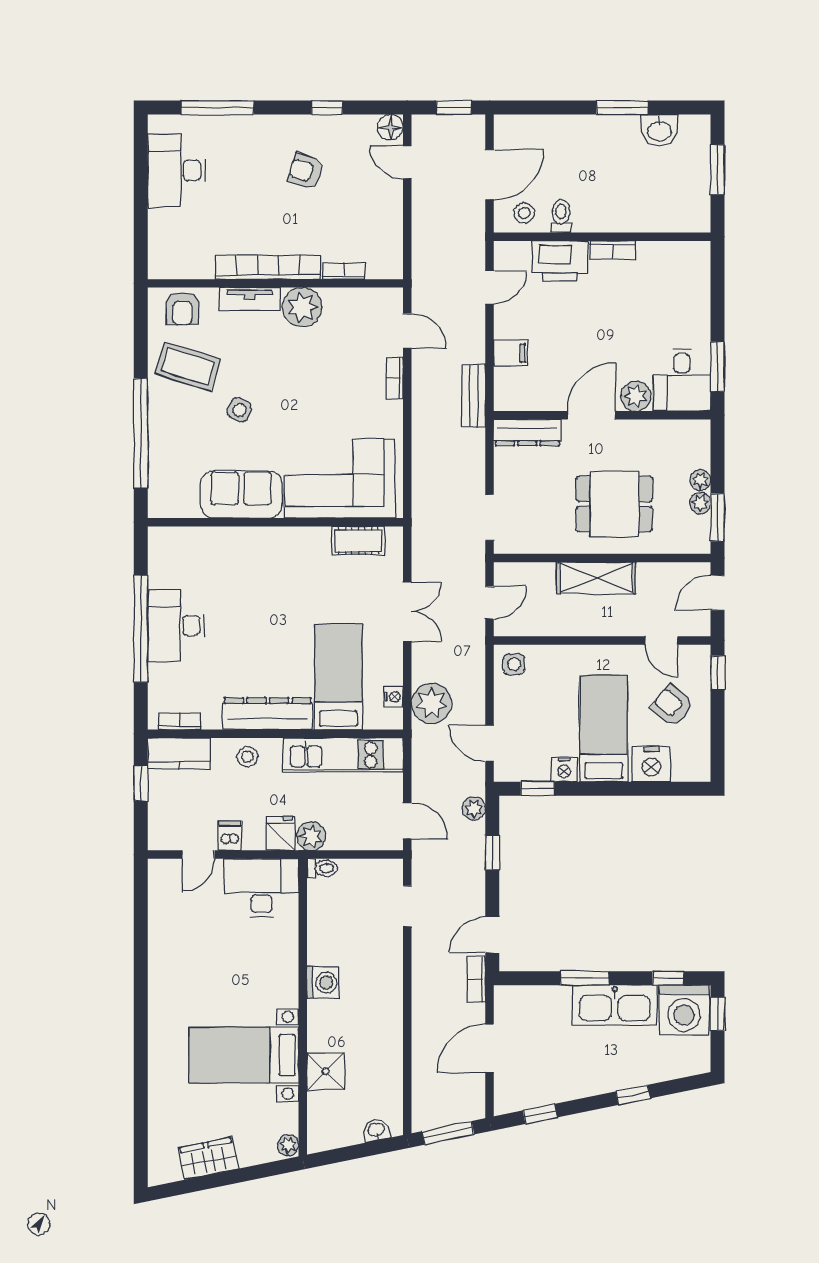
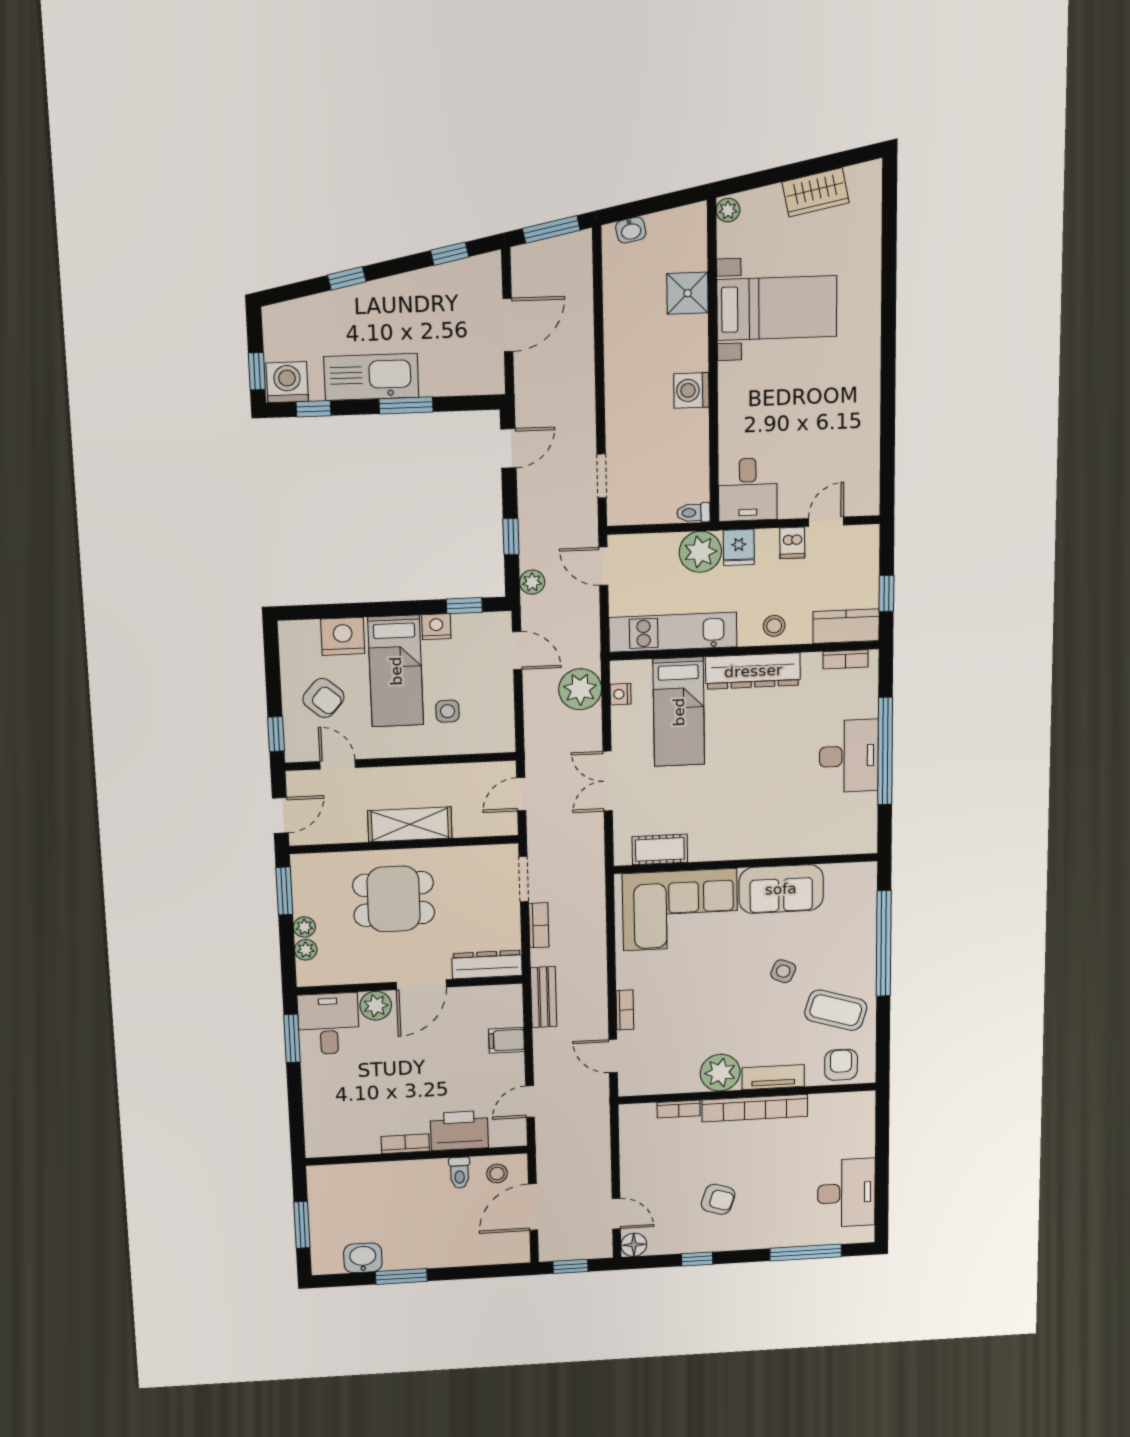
plant: (700, 503) -> (306, 950), moved
side table: (514, 664) -> (447, 711), moved
plant: (311, 836) -> (700, 552), width x1.36, depth x1.36
desk: (261, 888) -> (748, 490), width x0.73
bookcase: (476, 980) -> (539, 925), moved
washing machine: (684, 1010) -> (287, 382), width x0.73, depth x0.73

